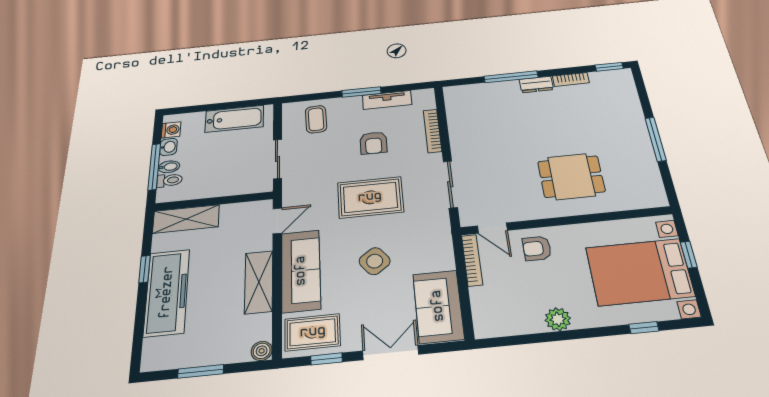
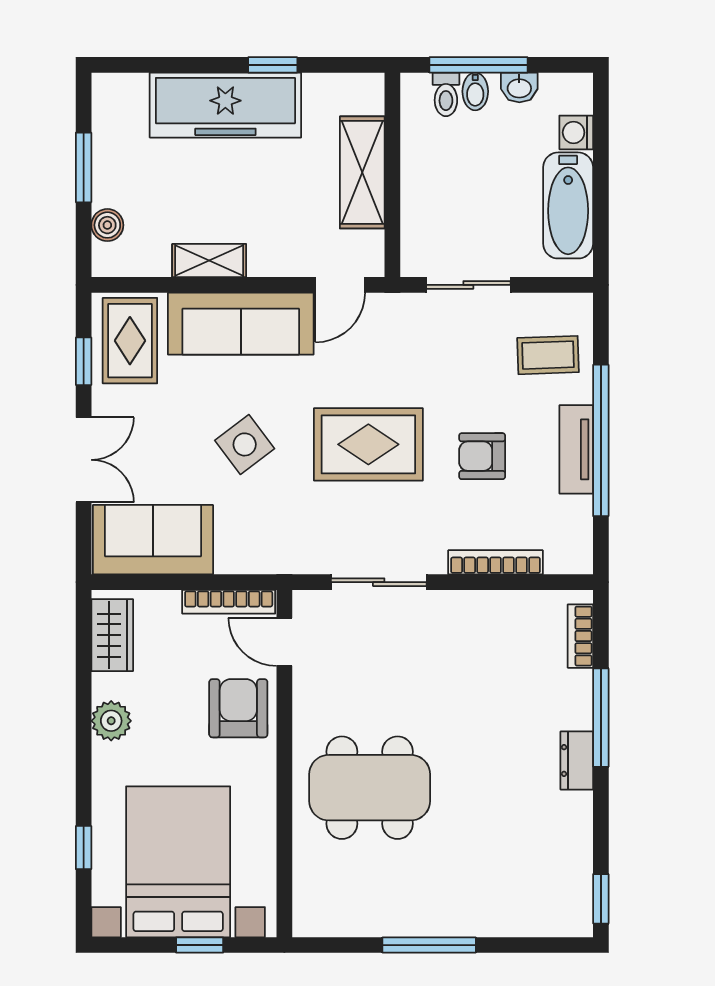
bookcase: (571, 79) -> (580, 636), moved
window: (361, 92) -> (601, 440), width x2.11
tv unit: (387, 100) -> (576, 449), moved
washing machine: (171, 130) -> (576, 132), moved, turned 90
dining table: (571, 176) -> (370, 788), width x1.38
rug: (370, 197) -> (368, 444), turned 90
shelving: (186, 219) -> (362, 172), moved
door: (277, 221) -> (340, 285), hinge flipped
door: (492, 228) -> (284, 642), hinge flipped
armchair: (537, 248) -> (238, 708), width x1.38, depth x1.38
shelving: (259, 282) -> (209, 261), width x0.67, depth x0.75
wardrobe: (502, 324) -> (112, 635), added
boiler: (262, 351) -> (107, 225), moved

